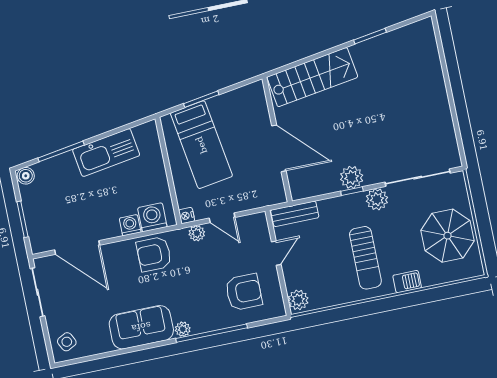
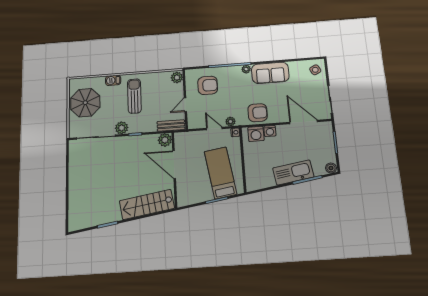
kitchen sink: (106, 153) -> (293, 172), moved
plant: (352, 177) -> (165, 140), moved
armchair: (244, 292) -> (208, 85), turned 180

